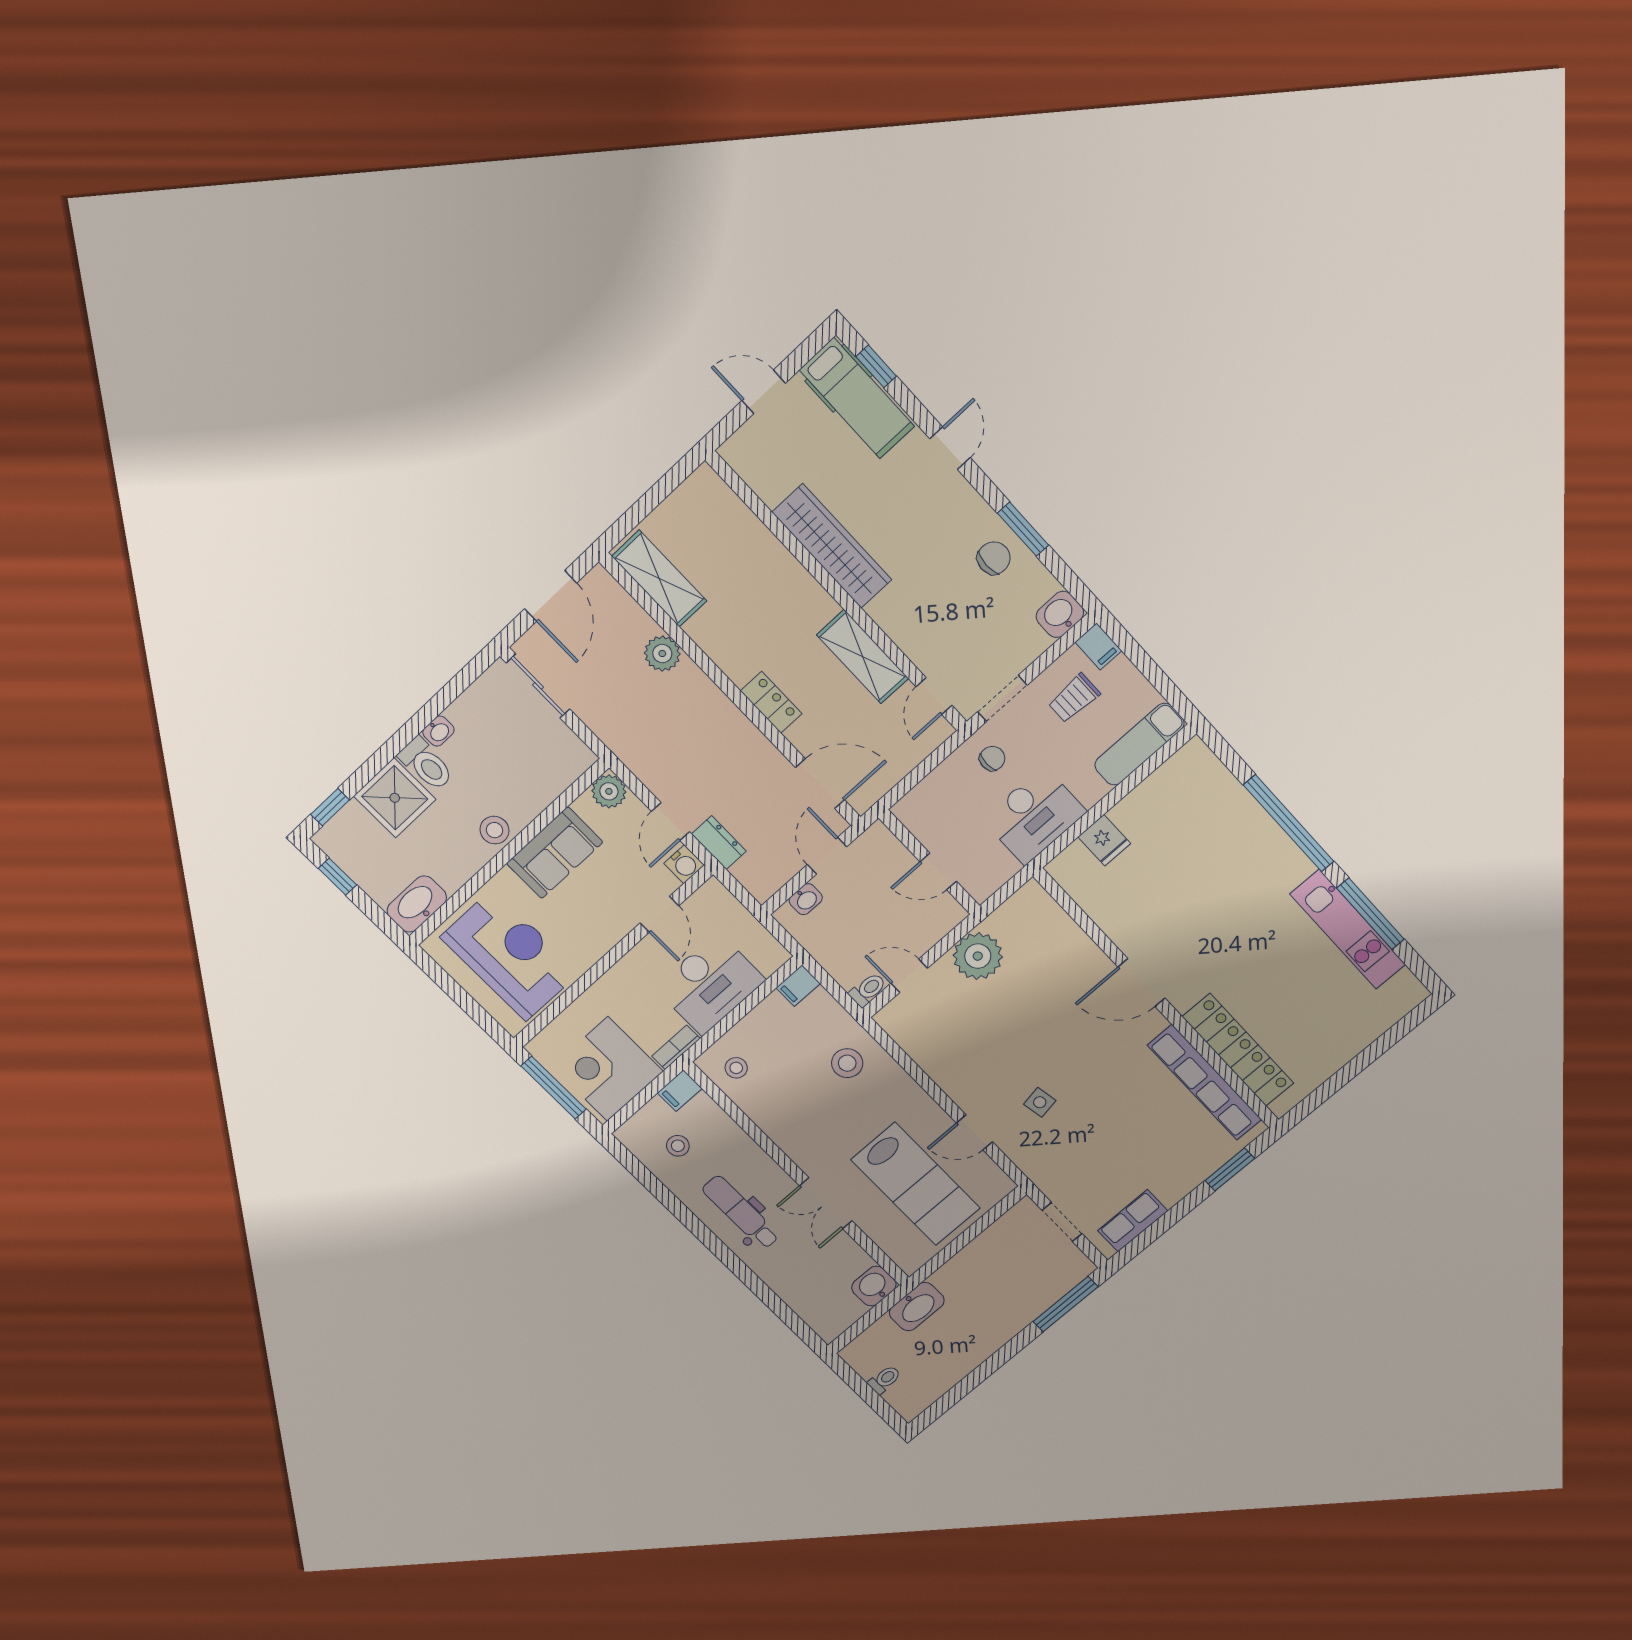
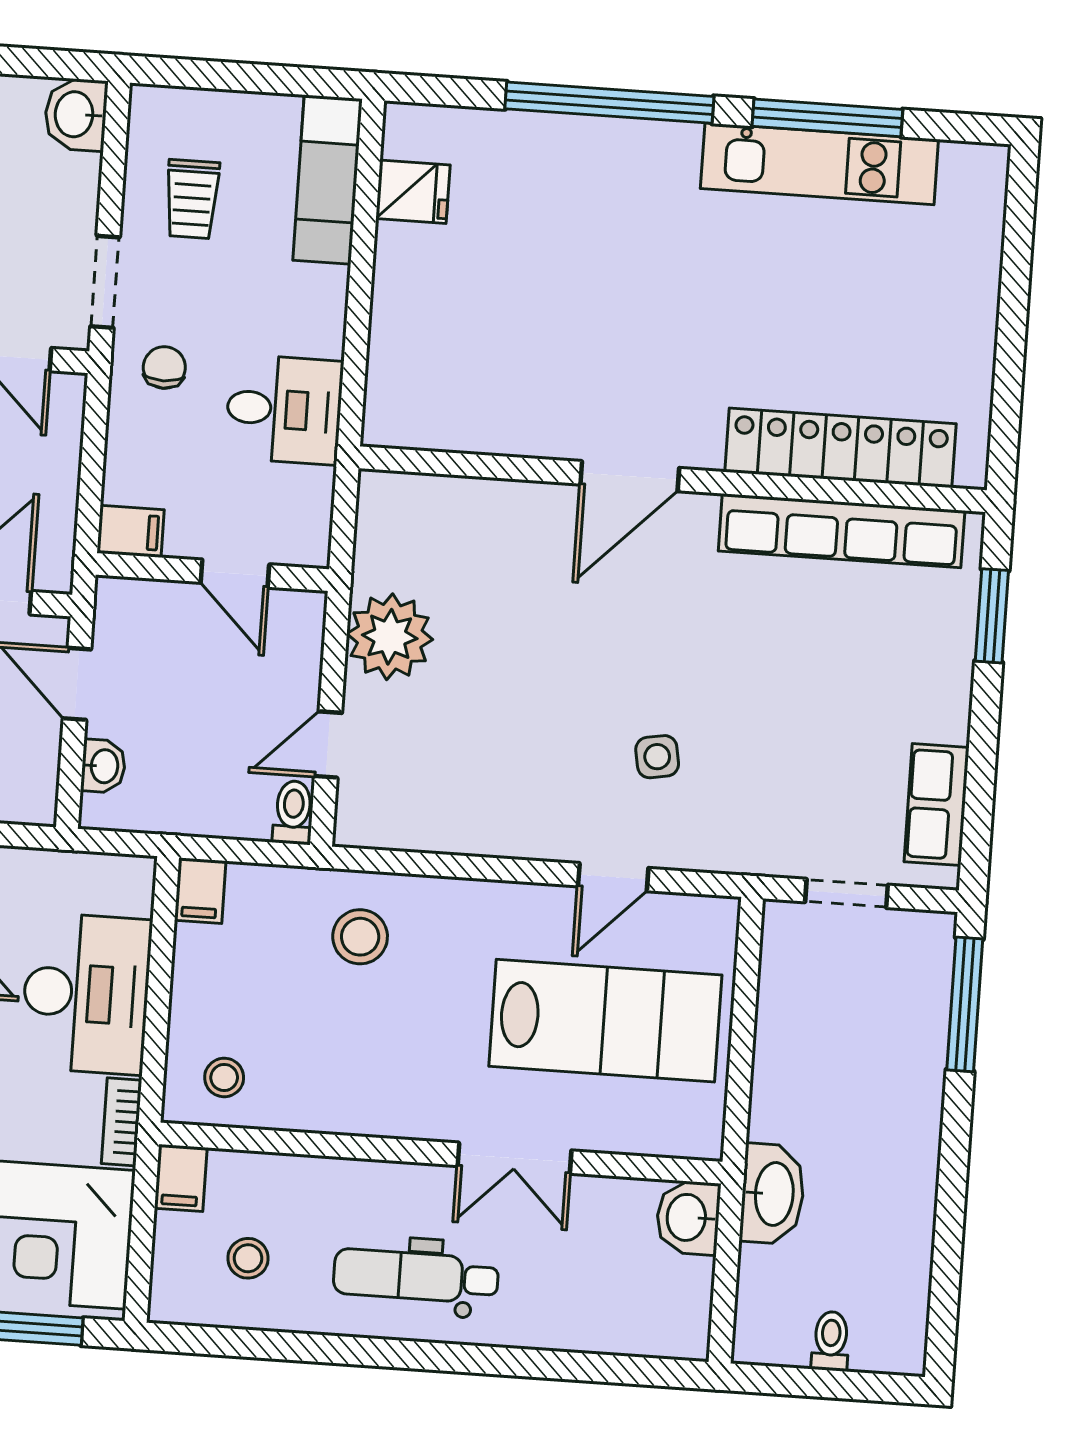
filing cabinet: (1098, 646) -> (131, 531), moved
desk: (1034, 816) -> (284, 410), width x0.73
fridge: (1104, 840) -> (413, 192), moved
door: (938, 871) -> (235, 574), hinge flipped

